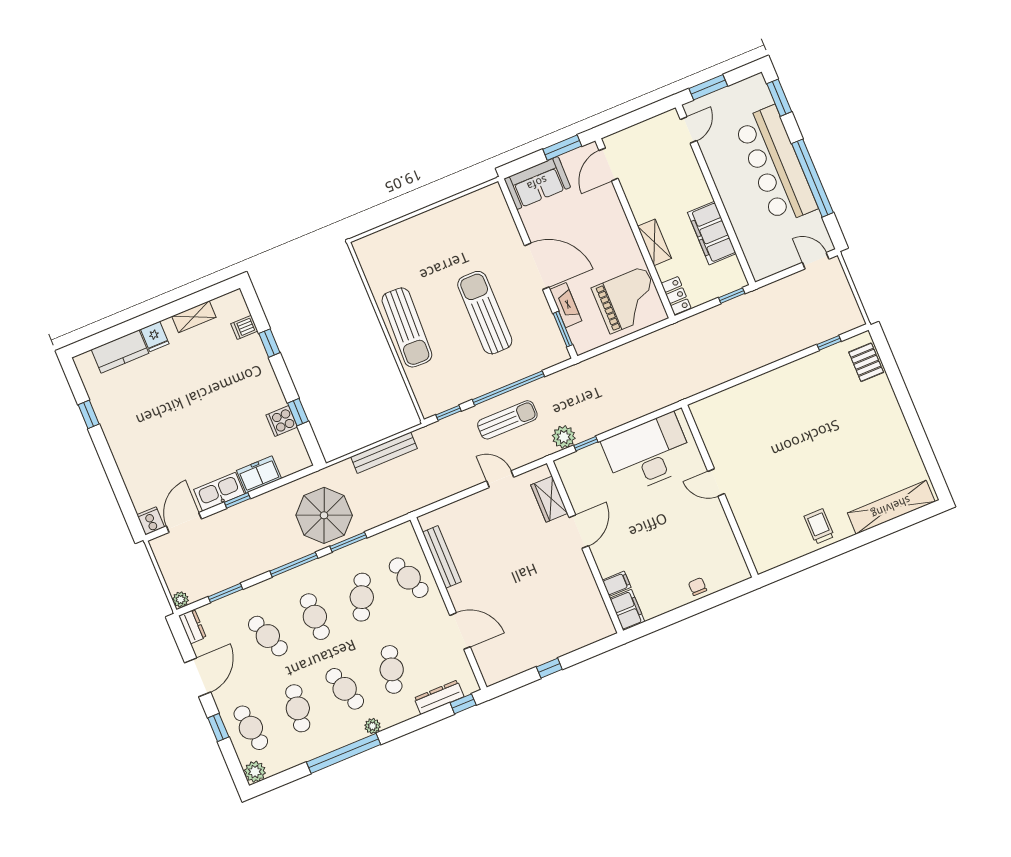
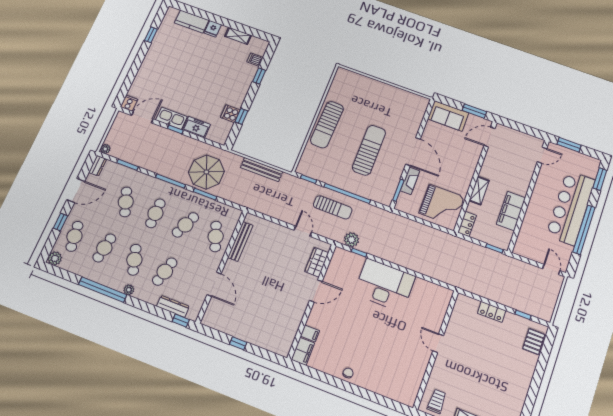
locker: (792, 372) -> (492, 312), added
door: (716, 483) -> (438, 343), moved
wall: (720, 491) -> (436, 349), moved

